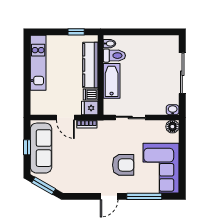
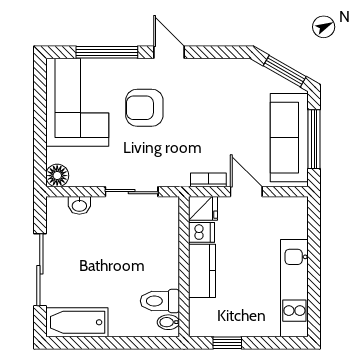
kitchen counter: (90, 65) -> (202, 271), width x0.67
bathtub: (112, 81) -> (77, 322), moved, turned 90
washbasin: (173, 110) -> (79, 205), moved
window: (27, 147) -> (314, 139), width x2.17
door: (109, 196) -> (169, 52), hinge flipped

